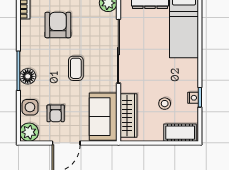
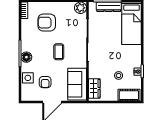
armchair: (58, 25) -> (47, 23), turned -90
wardrobe: (128, 116) -> (94, 88), width x0.67
plant: (29, 132) -> (27, 95), removed

